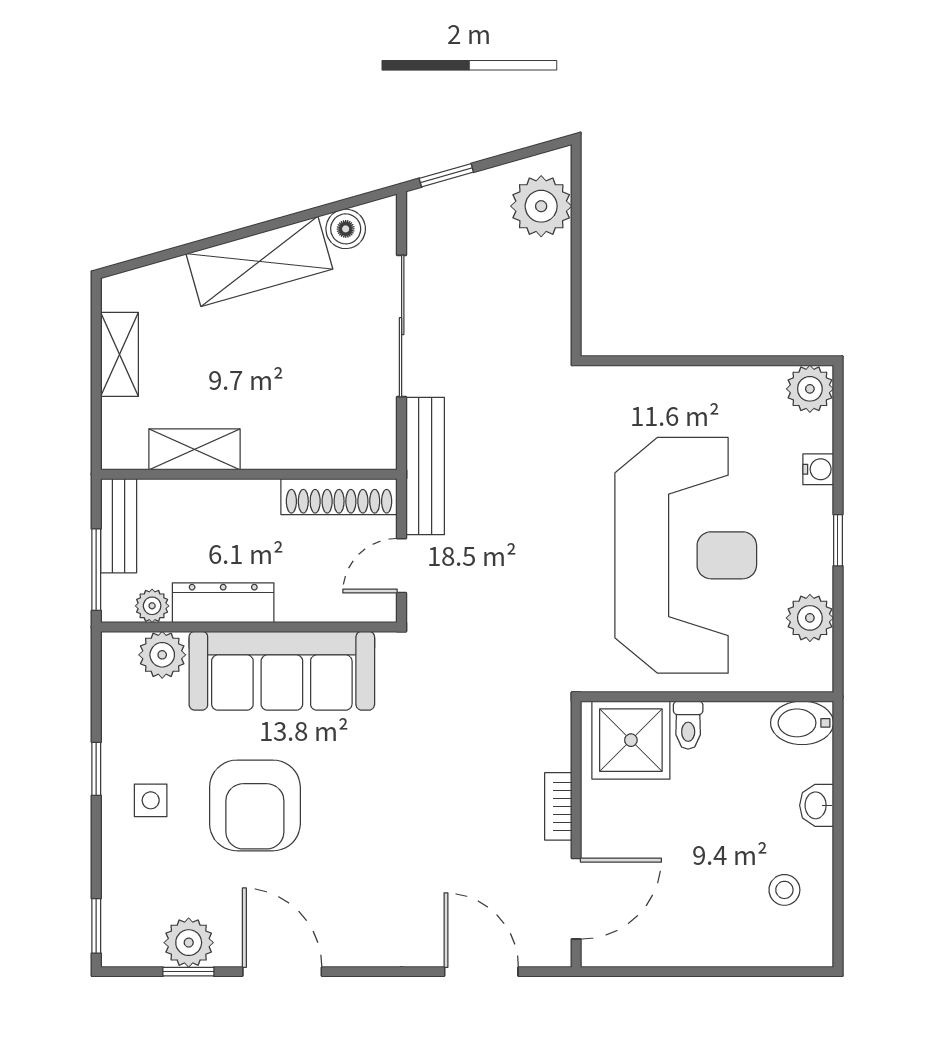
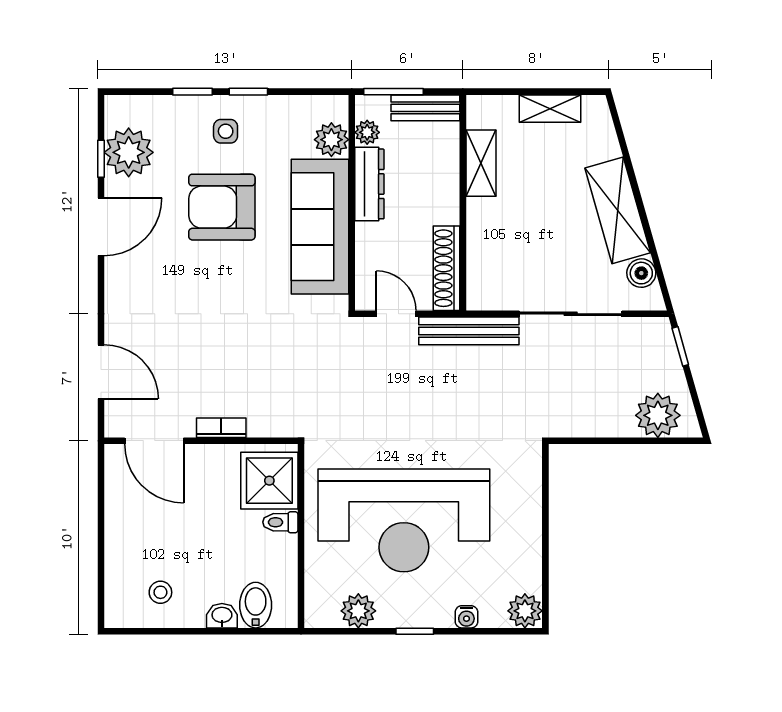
bidet: (802, 723) -> (256, 605), moved
window: (96, 926) -> (193, 92), moved
plant: (189, 943) -> (129, 152), width x1.36, depth x1.36
door: (481, 972) -> (101, 372), hinge flipped

